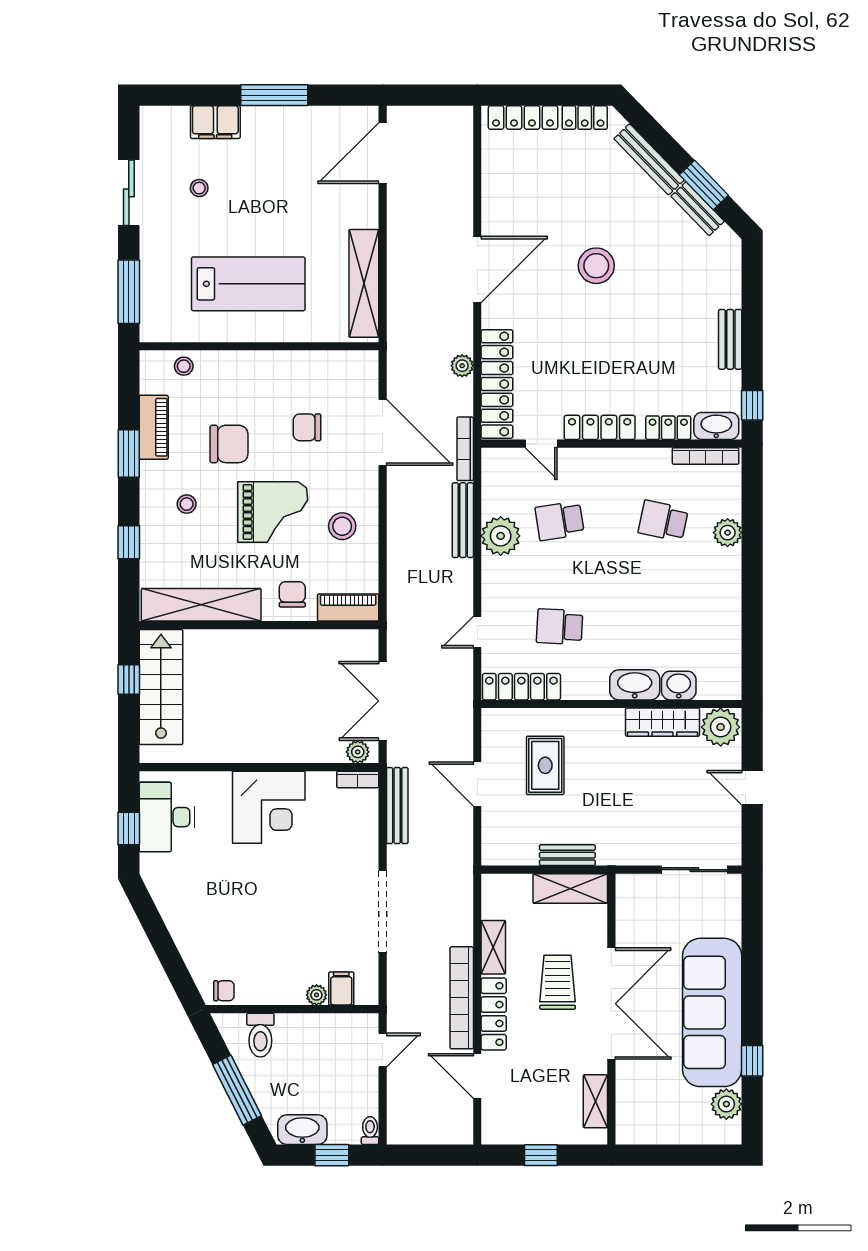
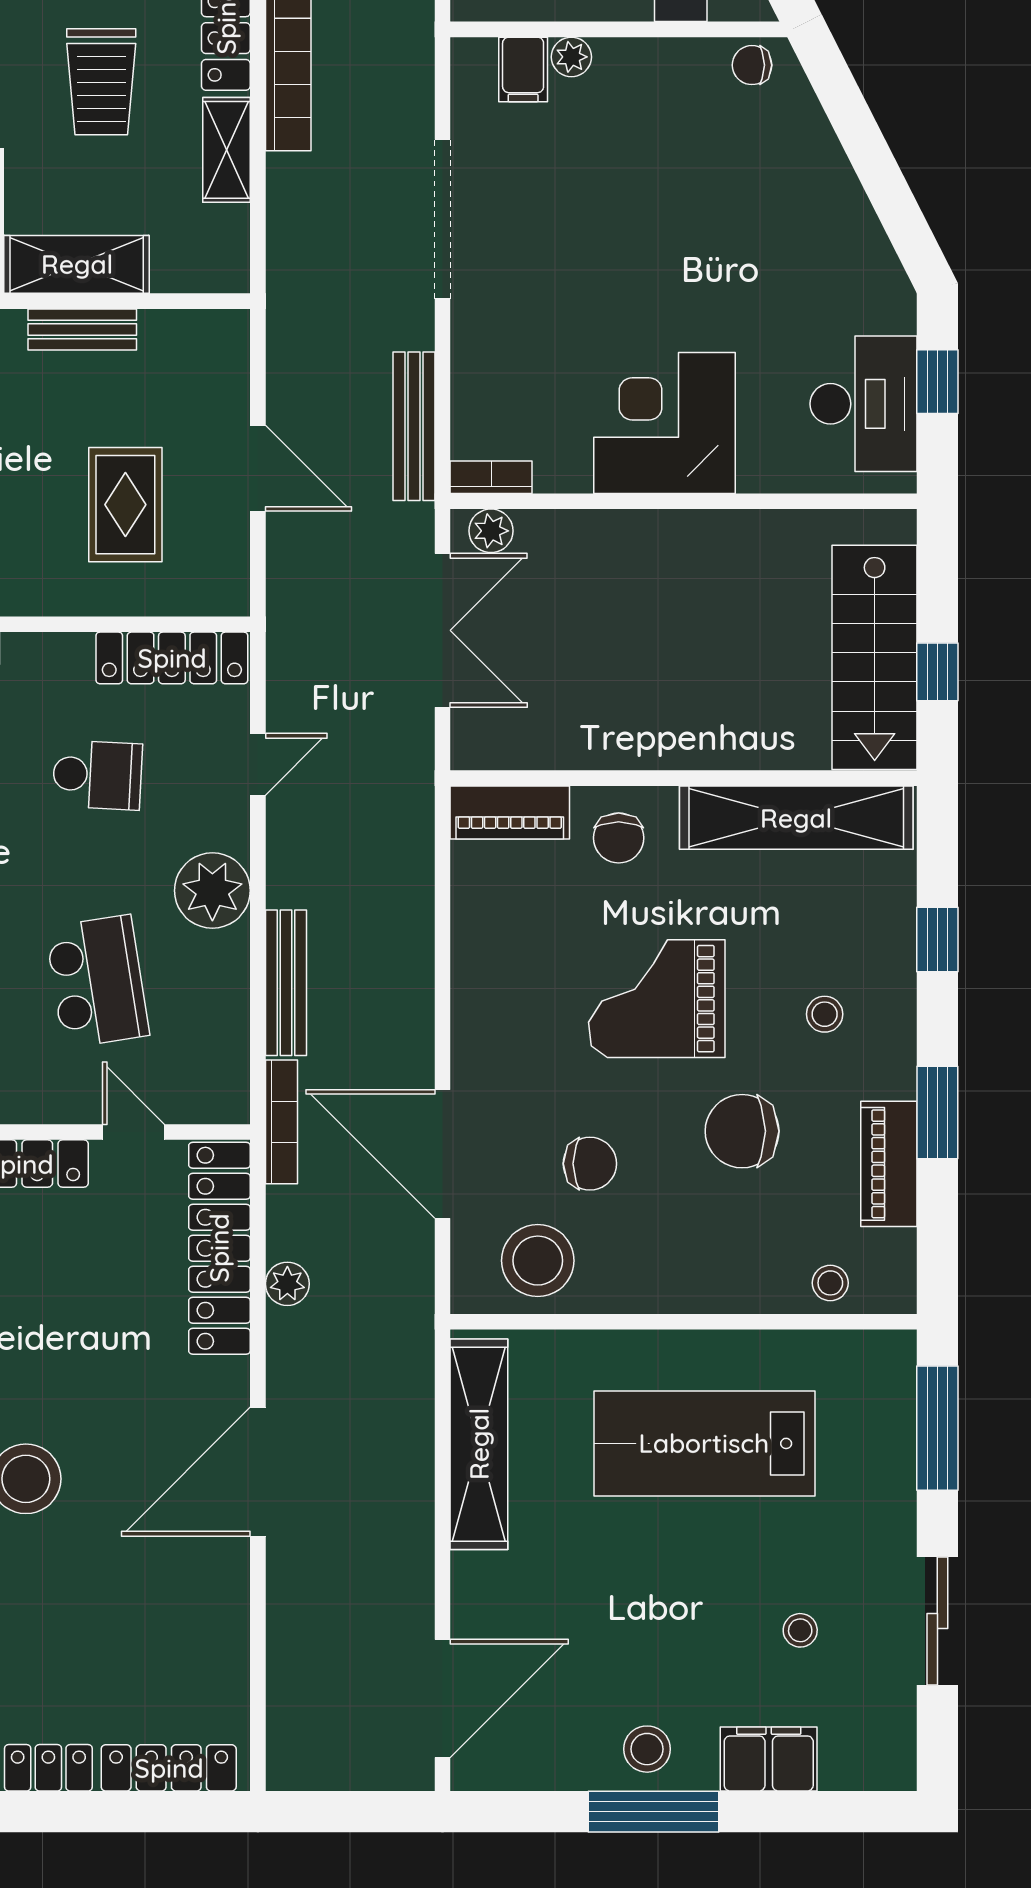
stool: (278, 127) -> (647, 1749), added
school desk: (560, 521) -> (97, 981), width x1.85
stool: (342, 526) -> (538, 1261), moved, width x1.38, depth x1.38
plant: (501, 536) -> (212, 891), moved

